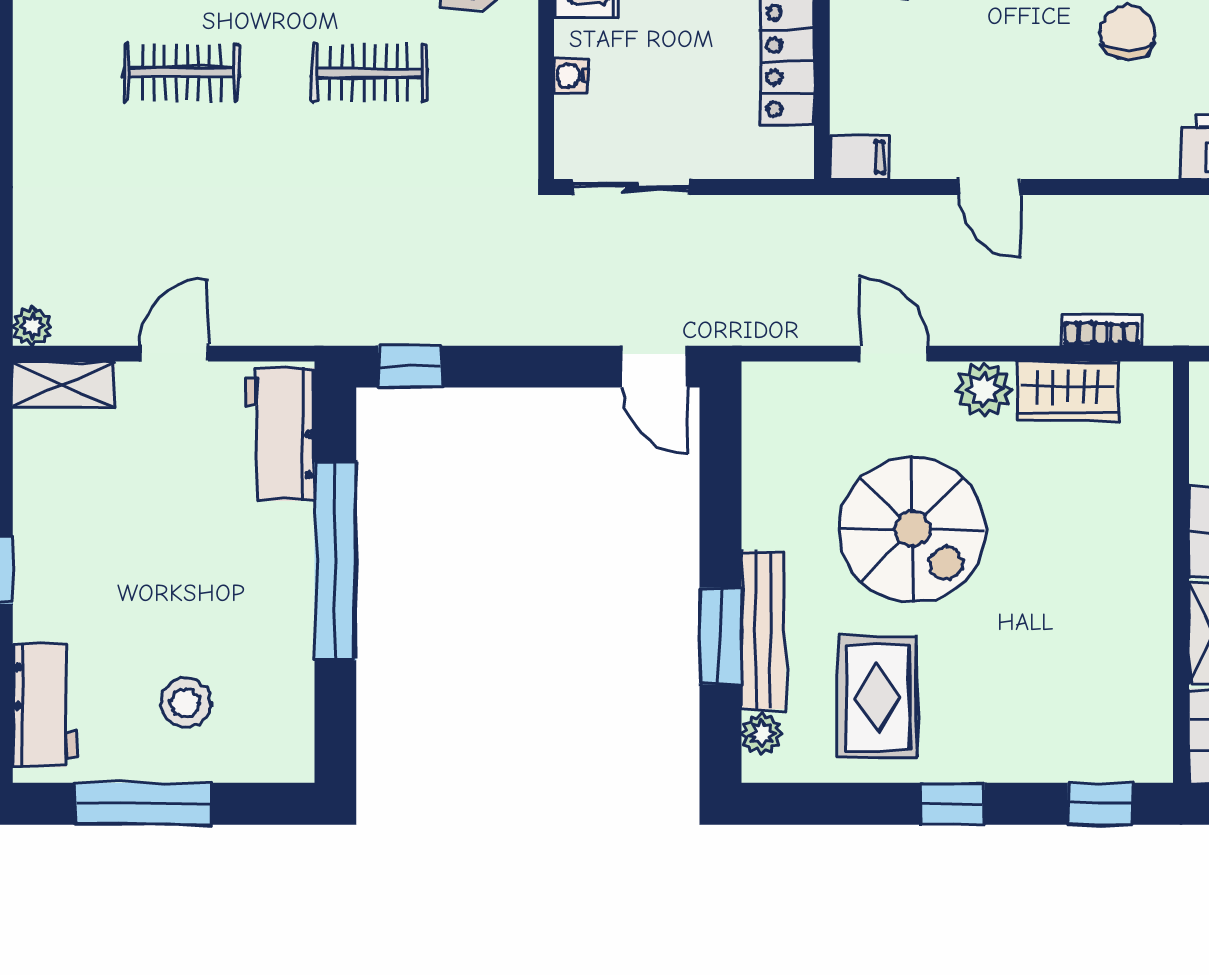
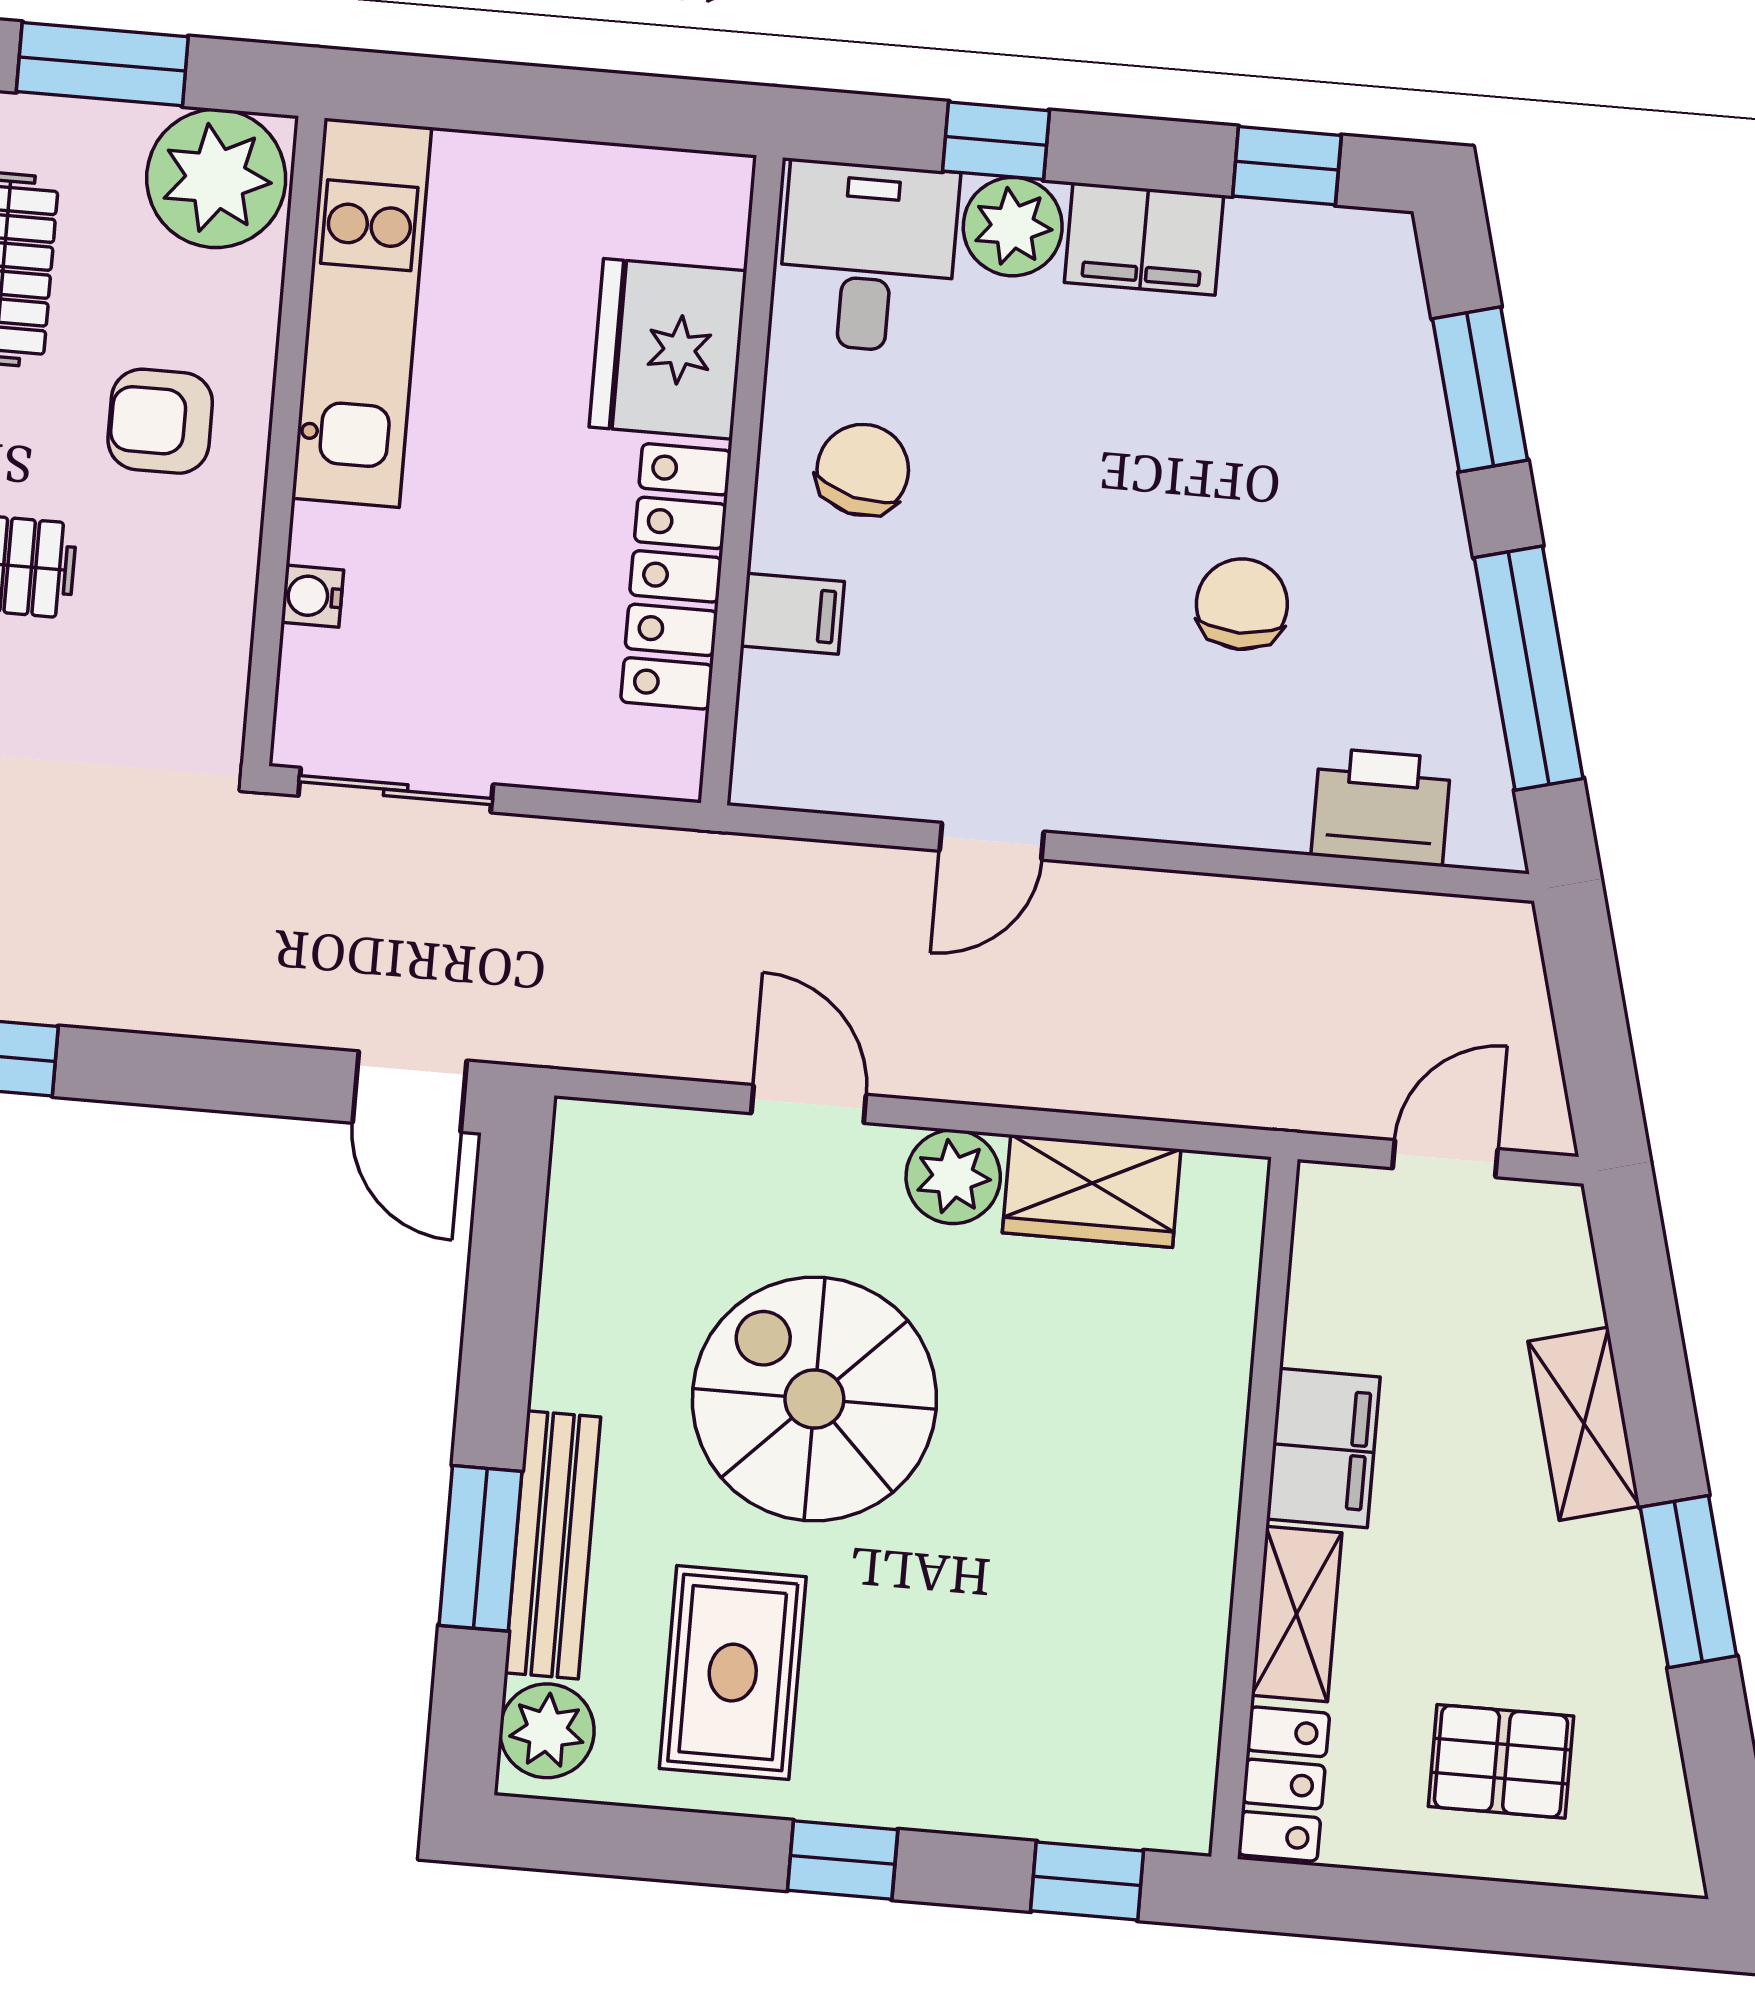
filing cabinet: (859, 157) -> (792, 614), moved
door: (990, 187) -> (992, 841), hinge flipped
bookcase: (1102, 330) -> (1157, 1094), removed
spiral stairs: (912, 530) -> (814, 1399), turned 180
plant: (762, 734) -> (547, 1731), width x1.38, depth x1.38

